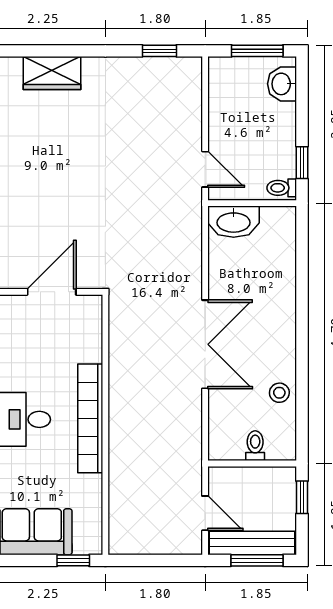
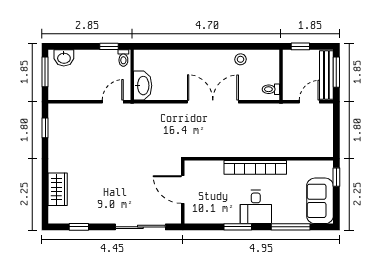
toilet: (255, 446) -> (271, 89), moved

